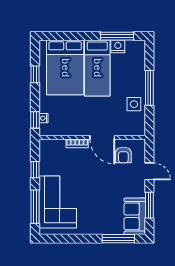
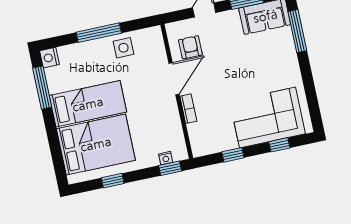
nightstand: (118, 46) -> (50, 58), moved
armchair: (123, 155) -> (190, 47), turned -90
window: (35, 207) -> (279, 145), width x0.46

